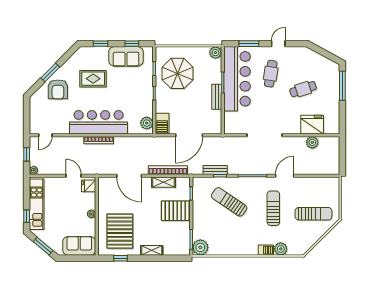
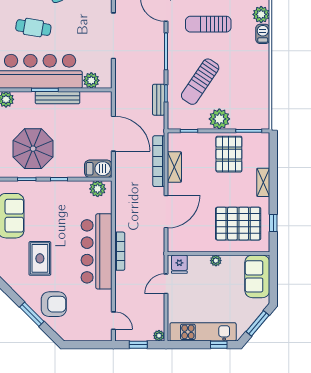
bench: (217, 97) -> (57, 98), width x1.36
plant: (230, 118) -> (91, 80), added
pallet: (175, 211) -> (229, 154), moved
plant: (200, 247) -> (219, 119), moved

